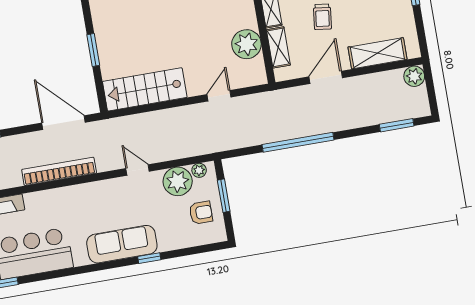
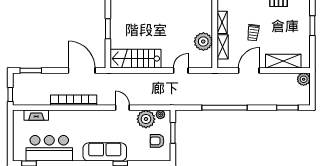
armchair: (201, 213) -> (157, 141), turned 180

